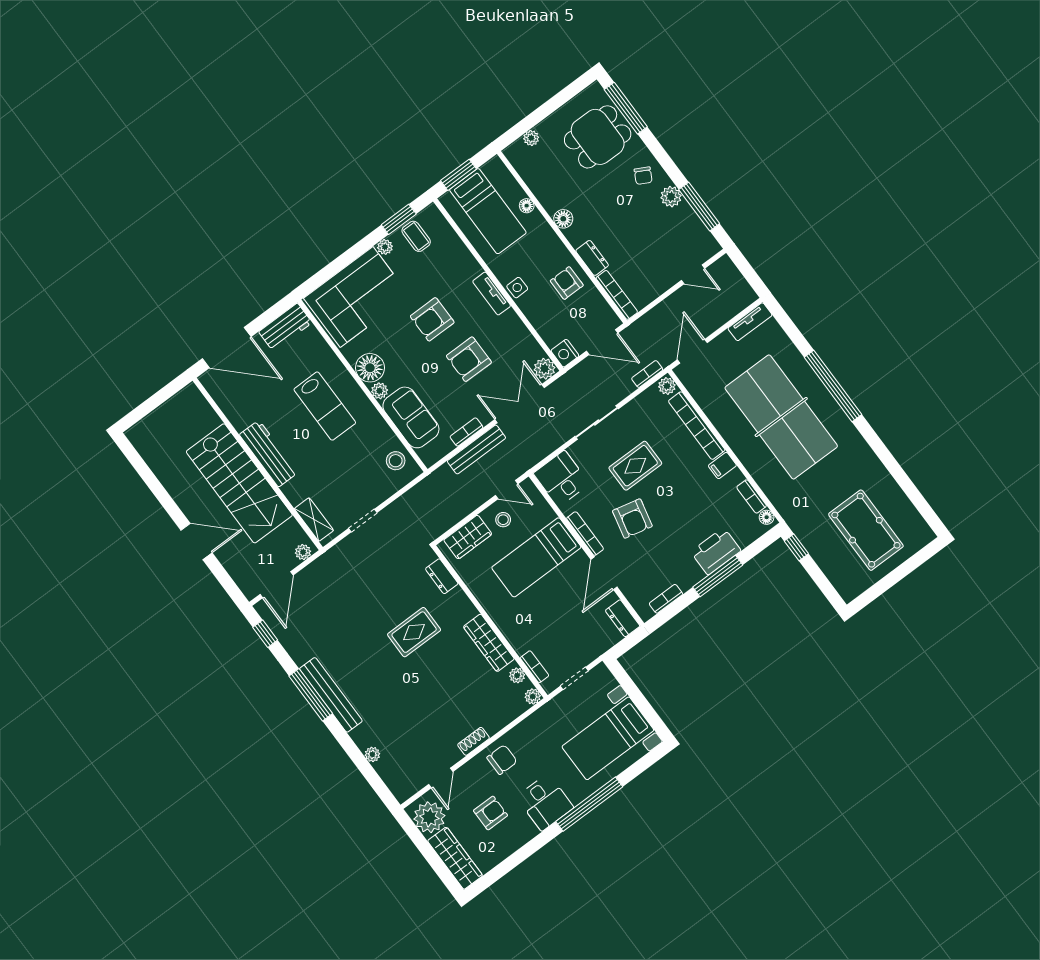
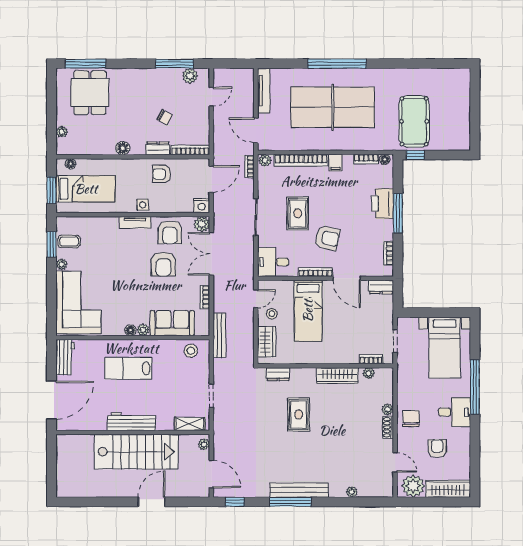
chair: (643, 176) -> (165, 117), moved
plant: (671, 197) -> (190, 76), moved
floor lamp: (527, 206) -> (71, 164), moved
armchair: (432, 319) -> (170, 232), moved
tv unit: (750, 322) -> (264, 91), width x1.41
floor lamp: (370, 368) -> (130, 330), width x0.53, depth x0.53
lab bench: (325, 406) -> (128, 368), turned 180
bench: (476, 450) -> (219, 335), moved
pool table: (866, 530) -> (414, 121), moved, turned 90
plant: (533, 696) -> (388, 409), moved

